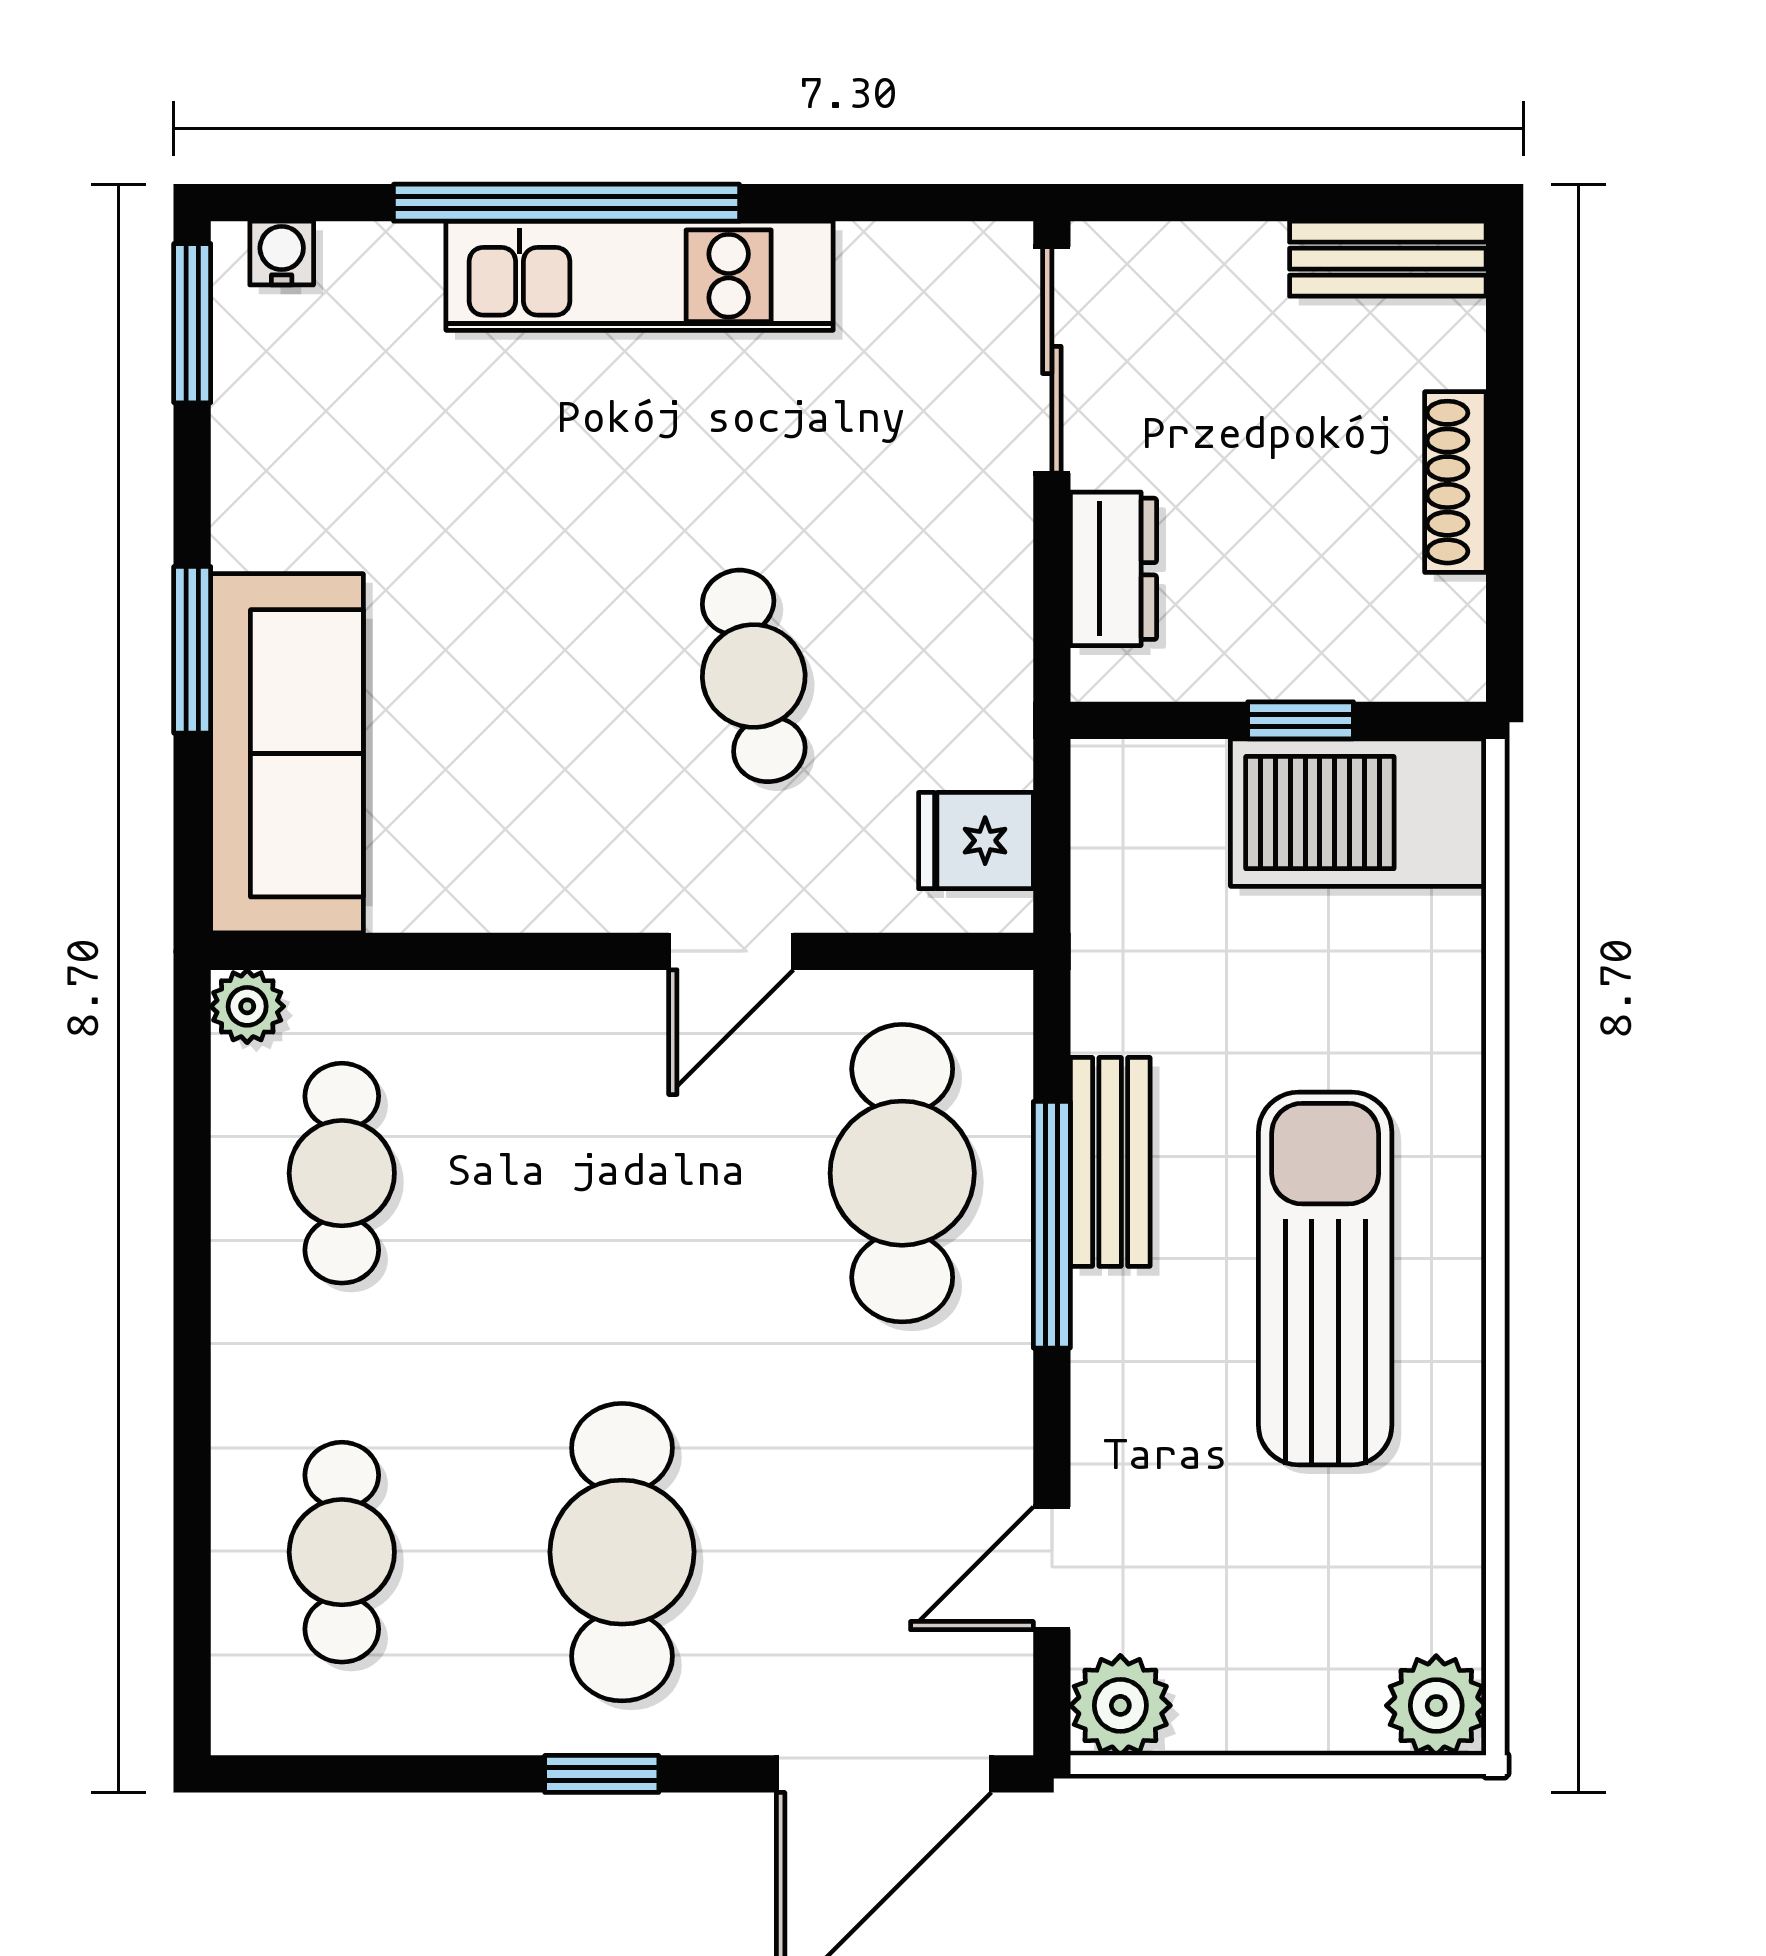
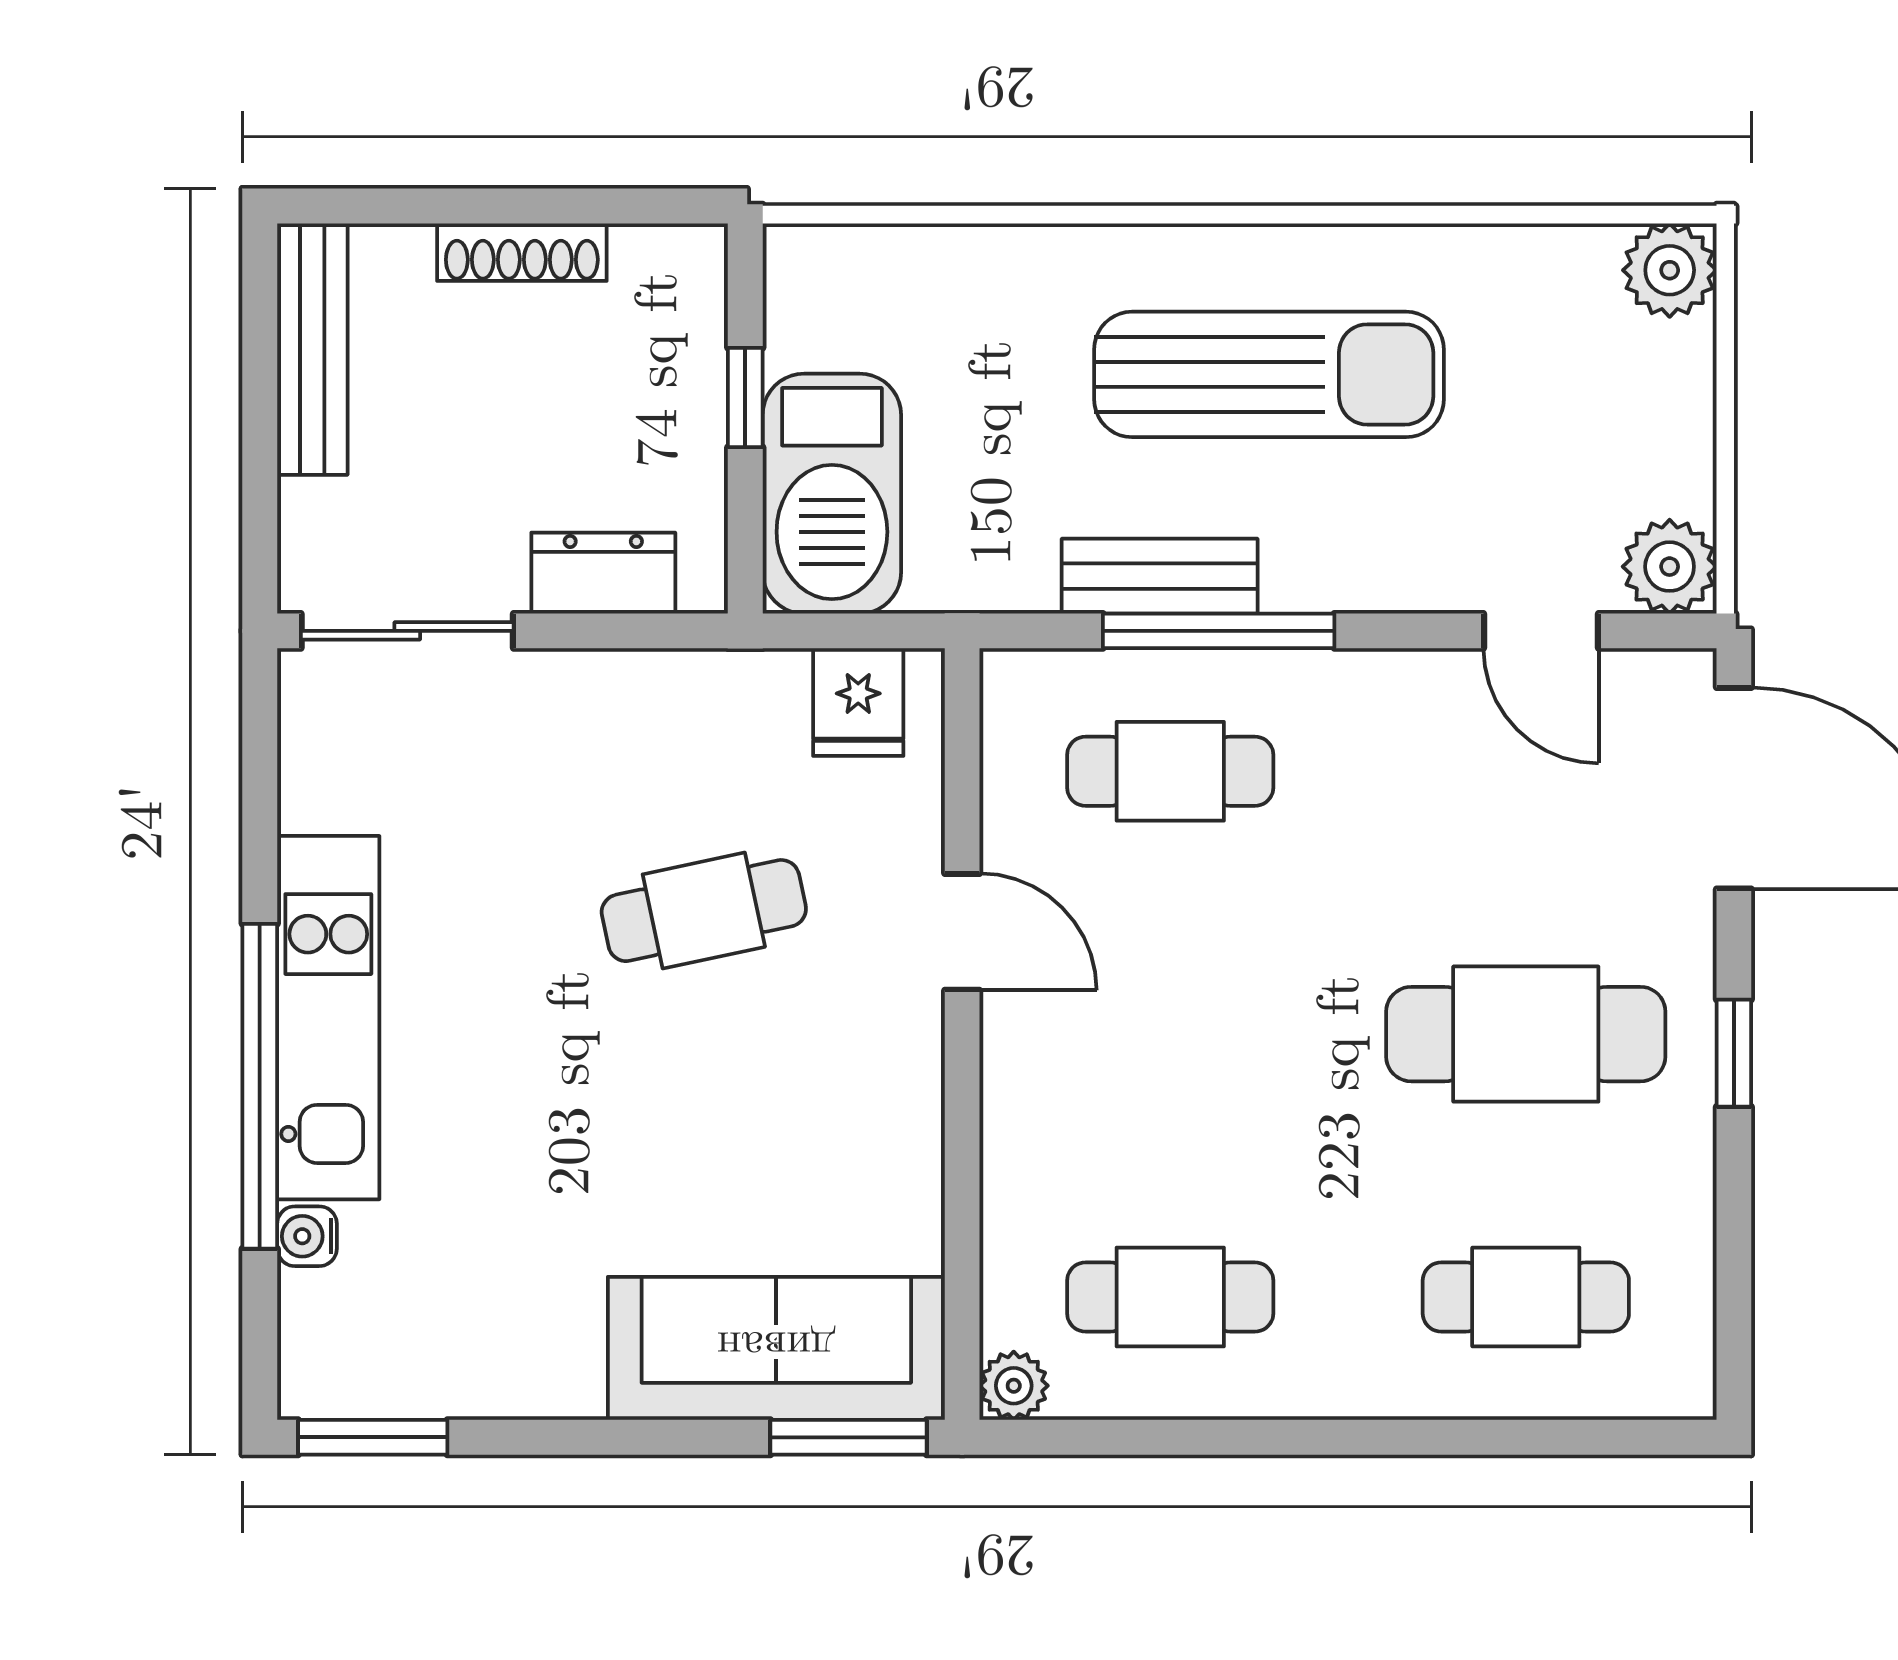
water cooler: (282, 253) -> (307, 1236), moved
bench: (1388, 259) -> (312, 349), width x1.36
window: (192, 650) -> (848, 1437), moved
barbecue: (1358, 813) -> (832, 494), moved
cafe table: (902, 1173) -> (1170, 771), width x0.73, depth x0.74
sun lounger: (1325, 1278) -> (1269, 374), turned 180

